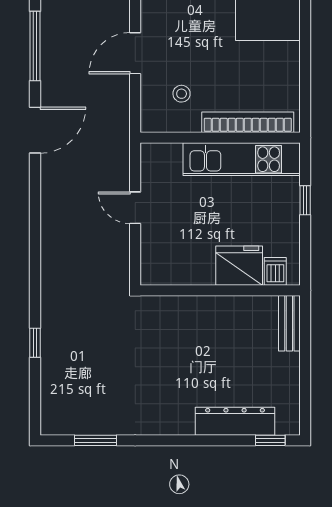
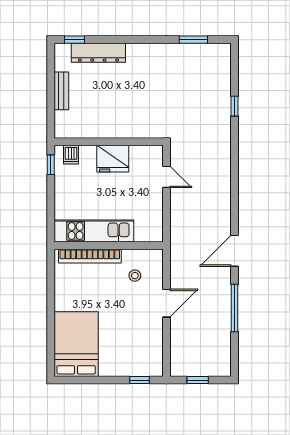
window: (305, 200) -> (51, 165), moved
door: (135, 208) -> (166, 177), moved
fridge: (239, 266) -> (113, 159), moved
bench: (289, 323) -> (61, 91), moved

